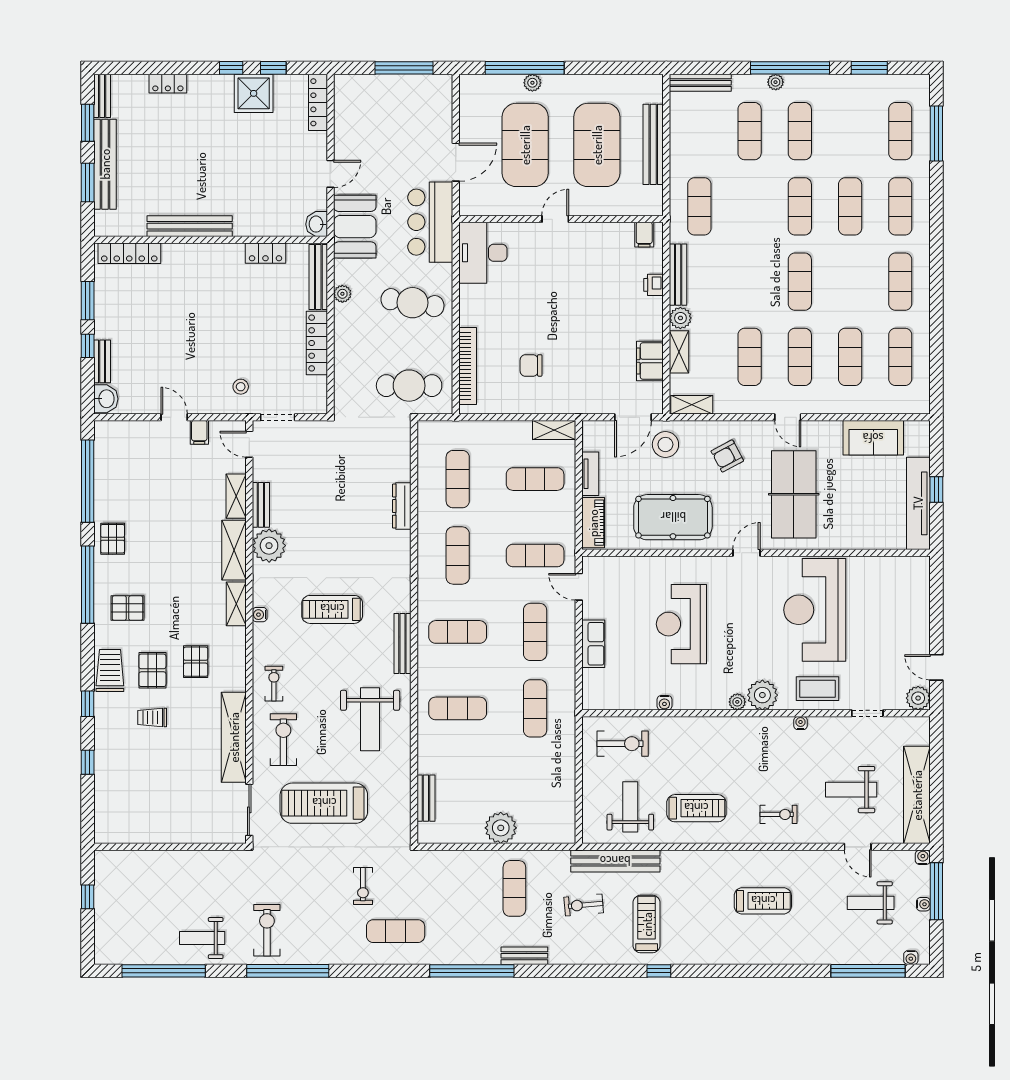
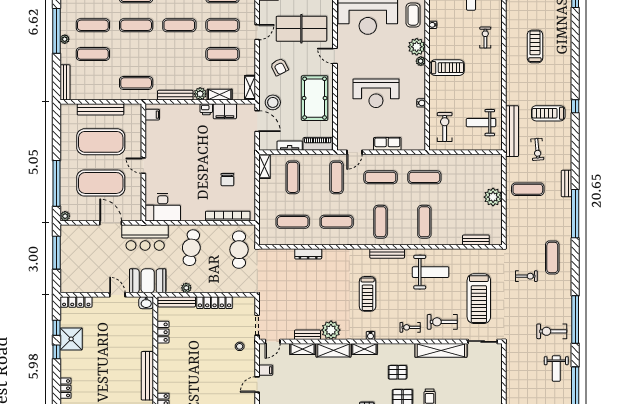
plant: (532, 83) -> (65, 216), moved
printer: (653, 285) -> (206, 109), moved
treadmill: (696, 808) -> (447, 68), moved, turned 90

